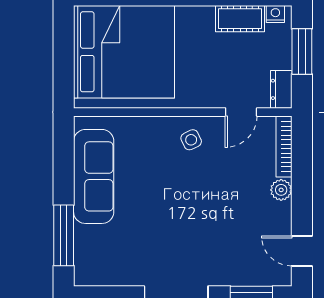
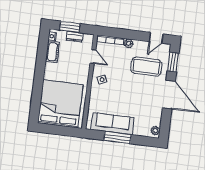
dresser: (281, 89) -> (75, 37), moved
window: (64, 235) -> (117, 137), moved
coffee table: (233, 237) -> (146, 67), added
plant: (90, 276) -> (155, 131), added

